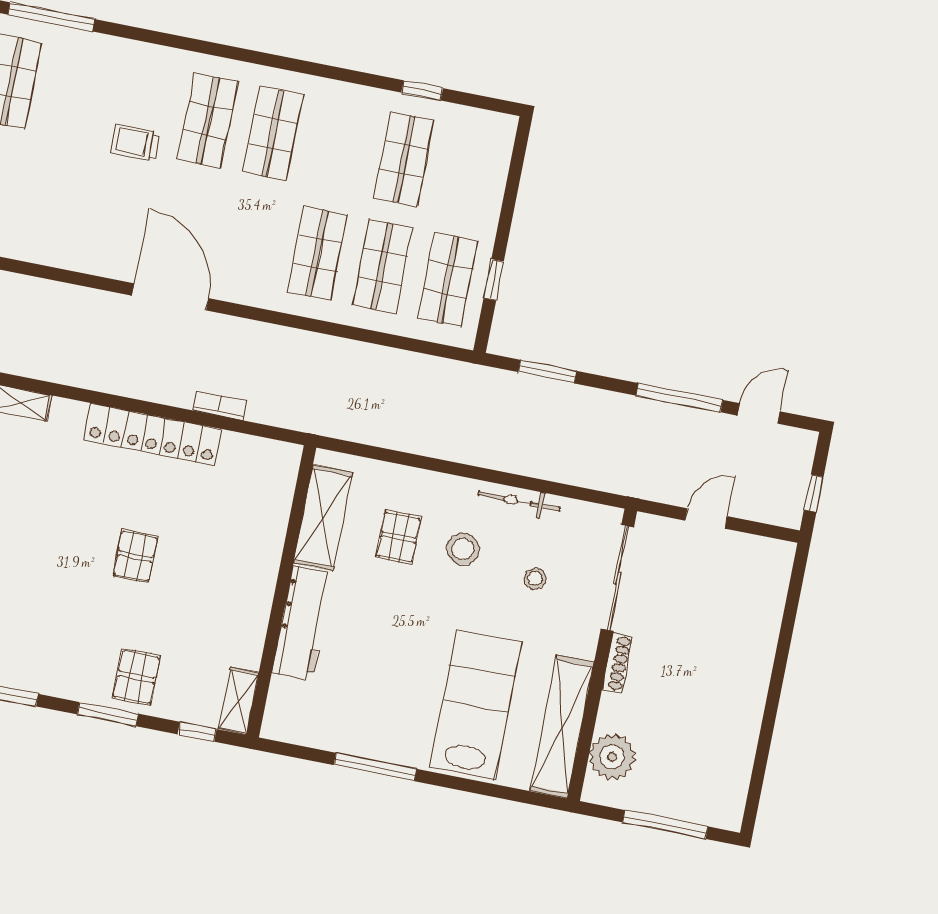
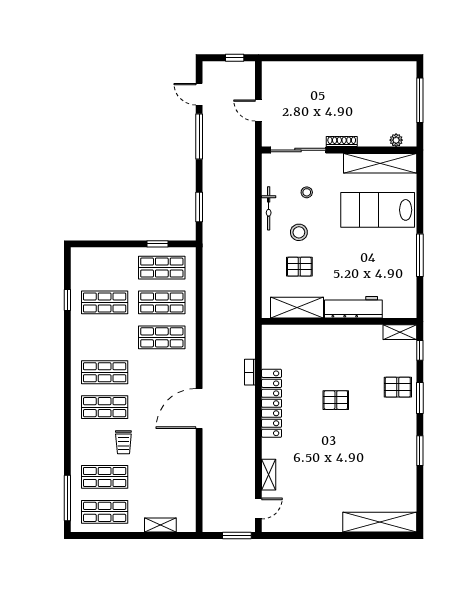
shop shelf: (77, 95) -> (105, 477), added
plant: (612, 757) -> (396, 140), width x0.53, depth x0.53

